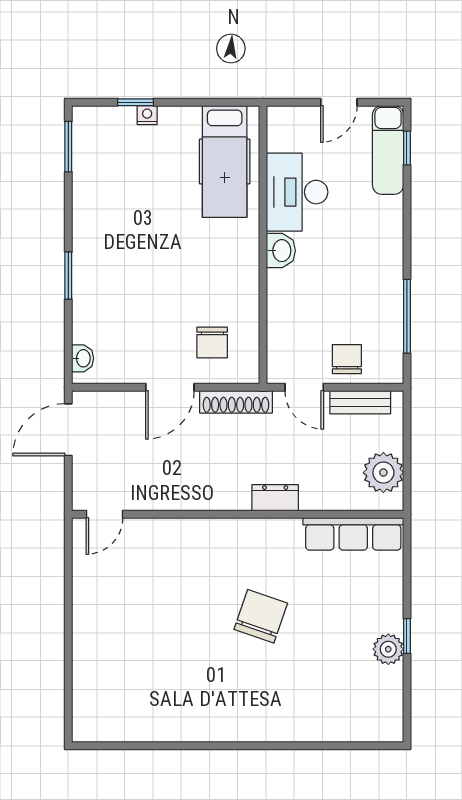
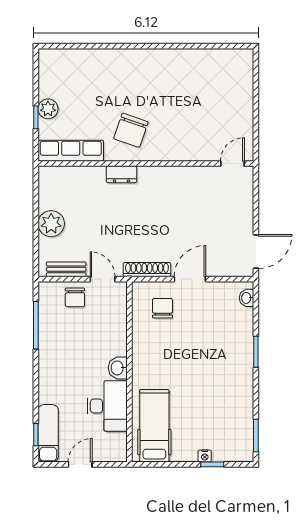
dresser: (275, 498) -> (121, 174), moved
door: (105, 514) -> (232, 164), moved
wall: (238, 514) -> (146, 164), moved
row of seats: (353, 534) -> (71, 151), moved

